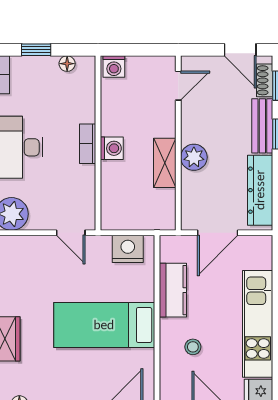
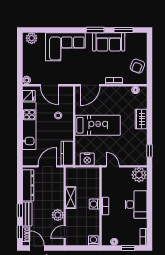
plant: (194, 157) -> (58, 215), moved
kitchen counter: (173, 290) -> (67, 153), moved

